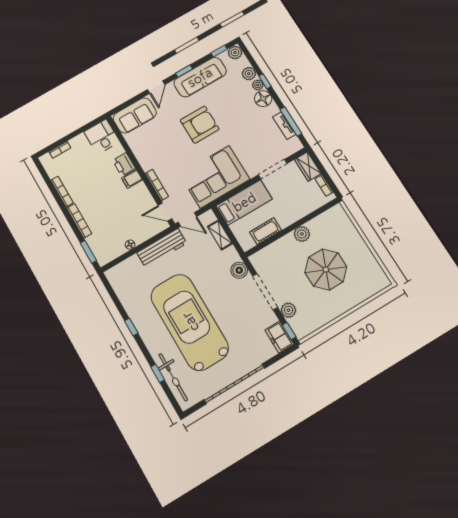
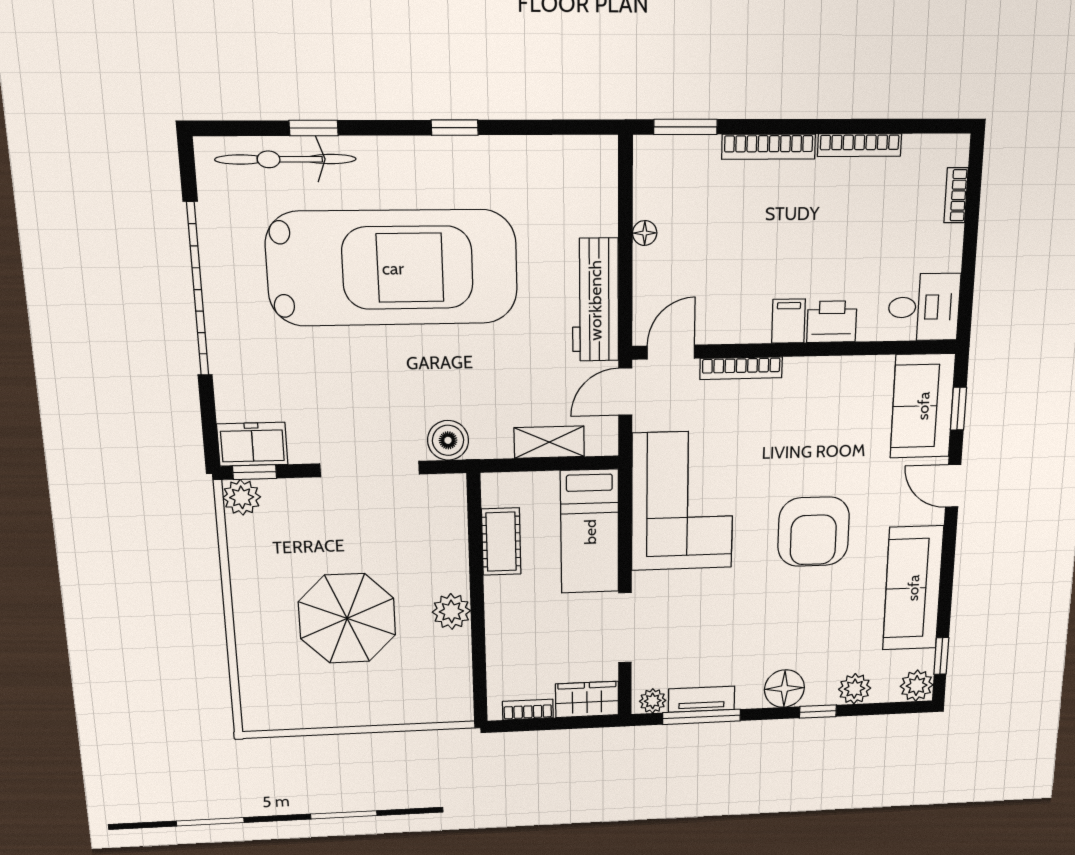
window: (184, 71) -> (958, 409), moved
plant: (258, 85) -> (653, 701), moved
plant: (288, 310) -> (242, 497), moved

